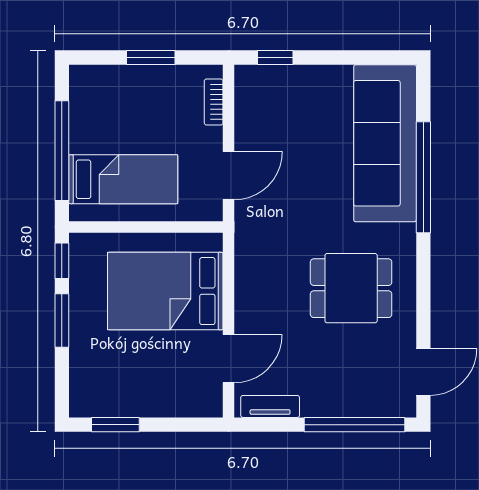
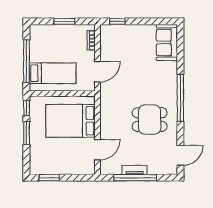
sofa: (385, 143) -> (167, 43), width x0.54, depth x0.79
window: (423, 177) -> (180, 98), moved
tv unit: (270, 406) -> (135, 170), moved
window: (355, 425) -> (135, 178), moved

